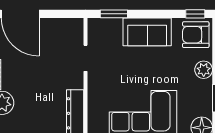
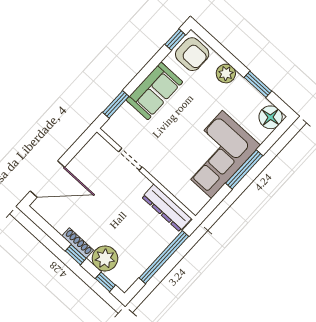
armchair: (196, 35) -> (192, 54), turned -90

